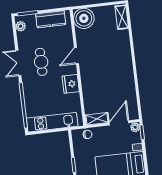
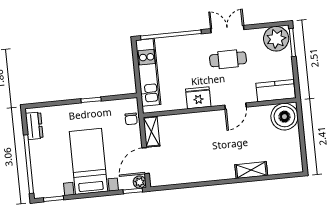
shelving: (122, 17) -> (251, 170), moved
kitchen counter: (51, 19) -> (276, 91), moved, turned 90
plant: (21, 26) -> (276, 39), width x1.87, depth x1.87
door: (76, 56) -> (235, 106), swing flipped
door: (119, 123) -> (146, 161), swing flipped

